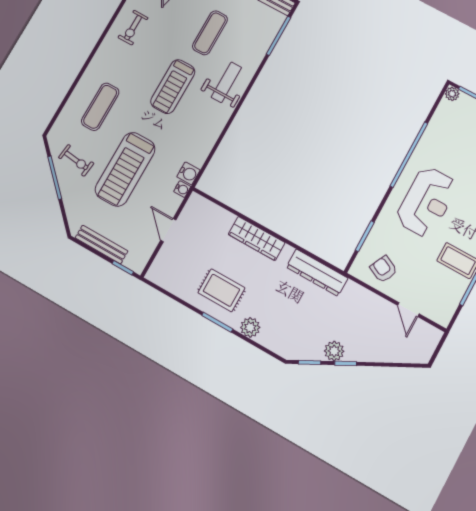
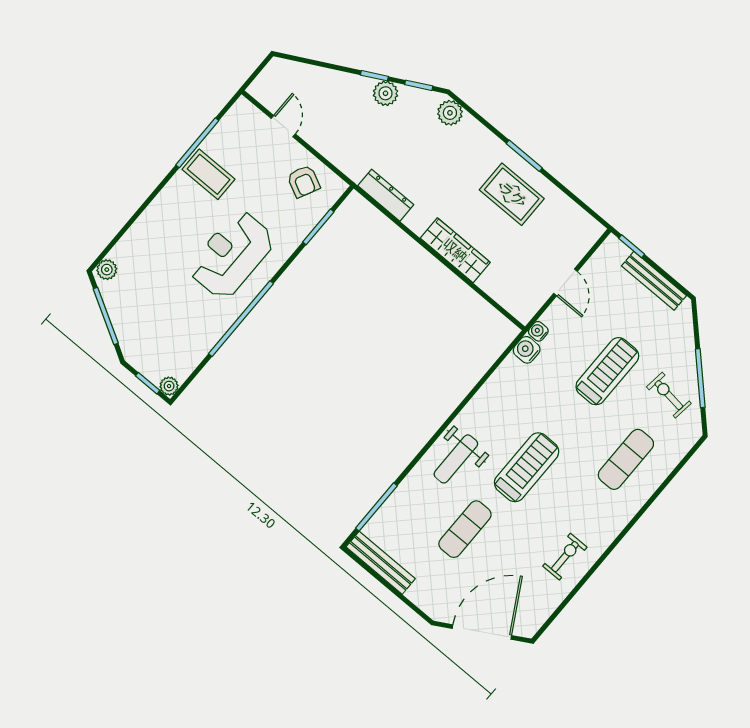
treadmill: (125, 169) -> (607, 371), width x0.73, depth x0.73
dresser: (317, 273) -> (386, 195), width x0.73, depth x0.80
plant: (250, 327) -> (450, 113), moved

